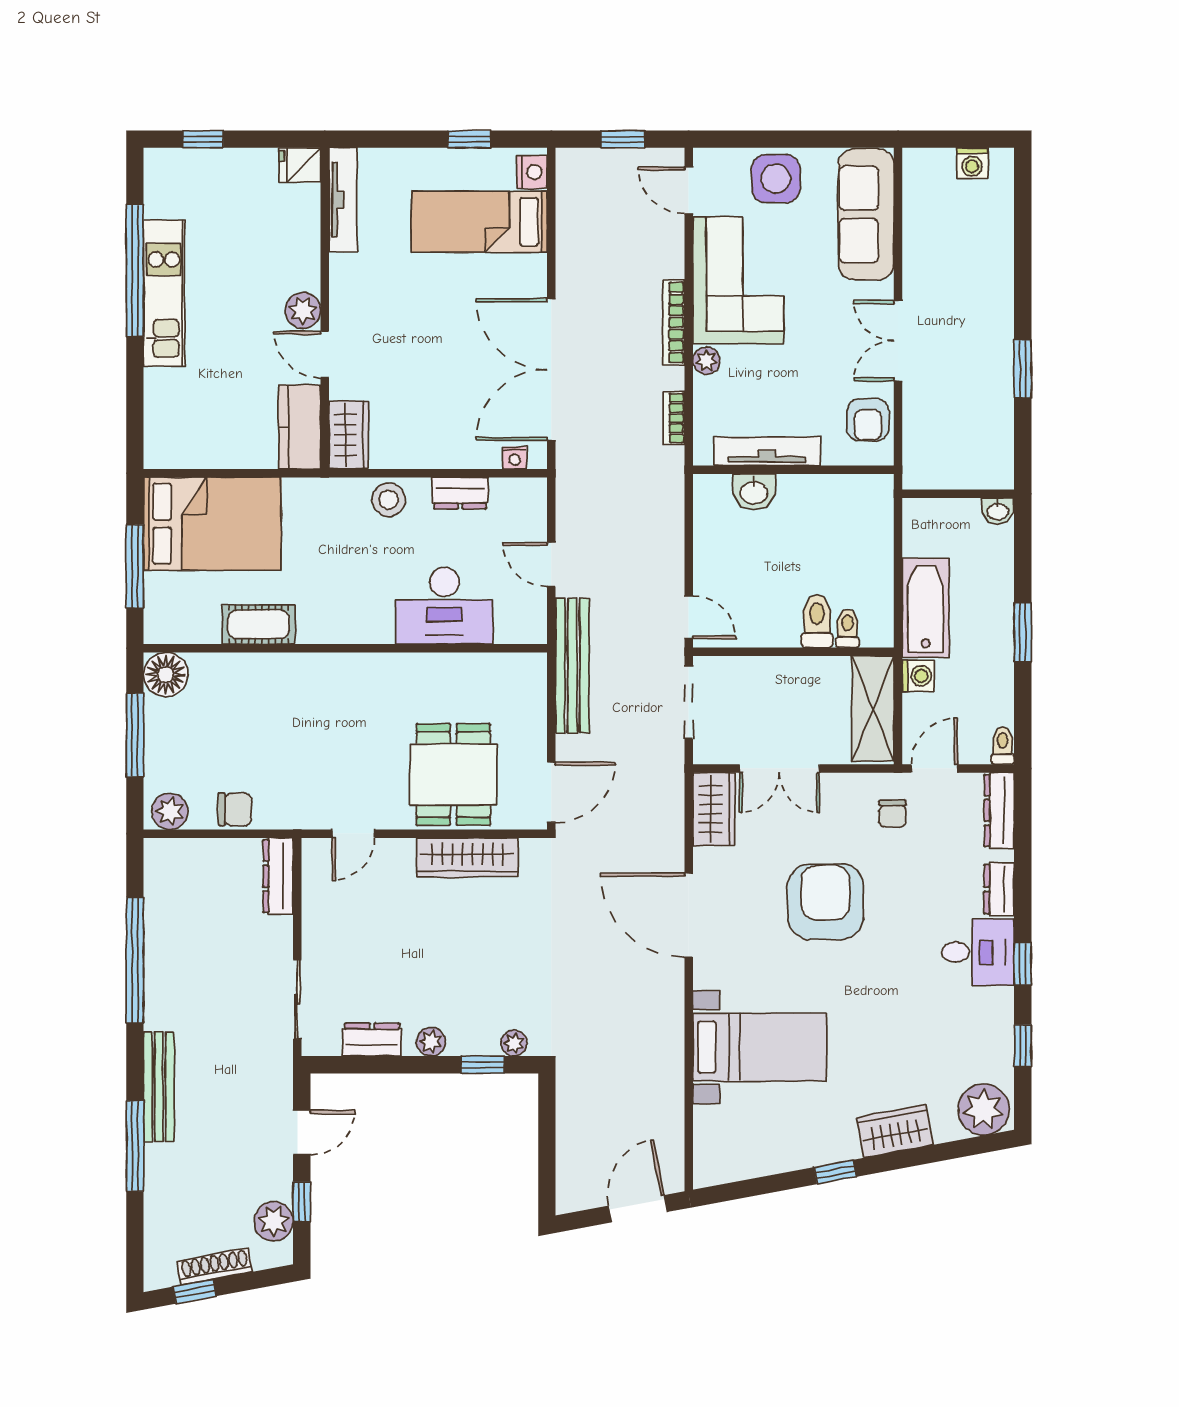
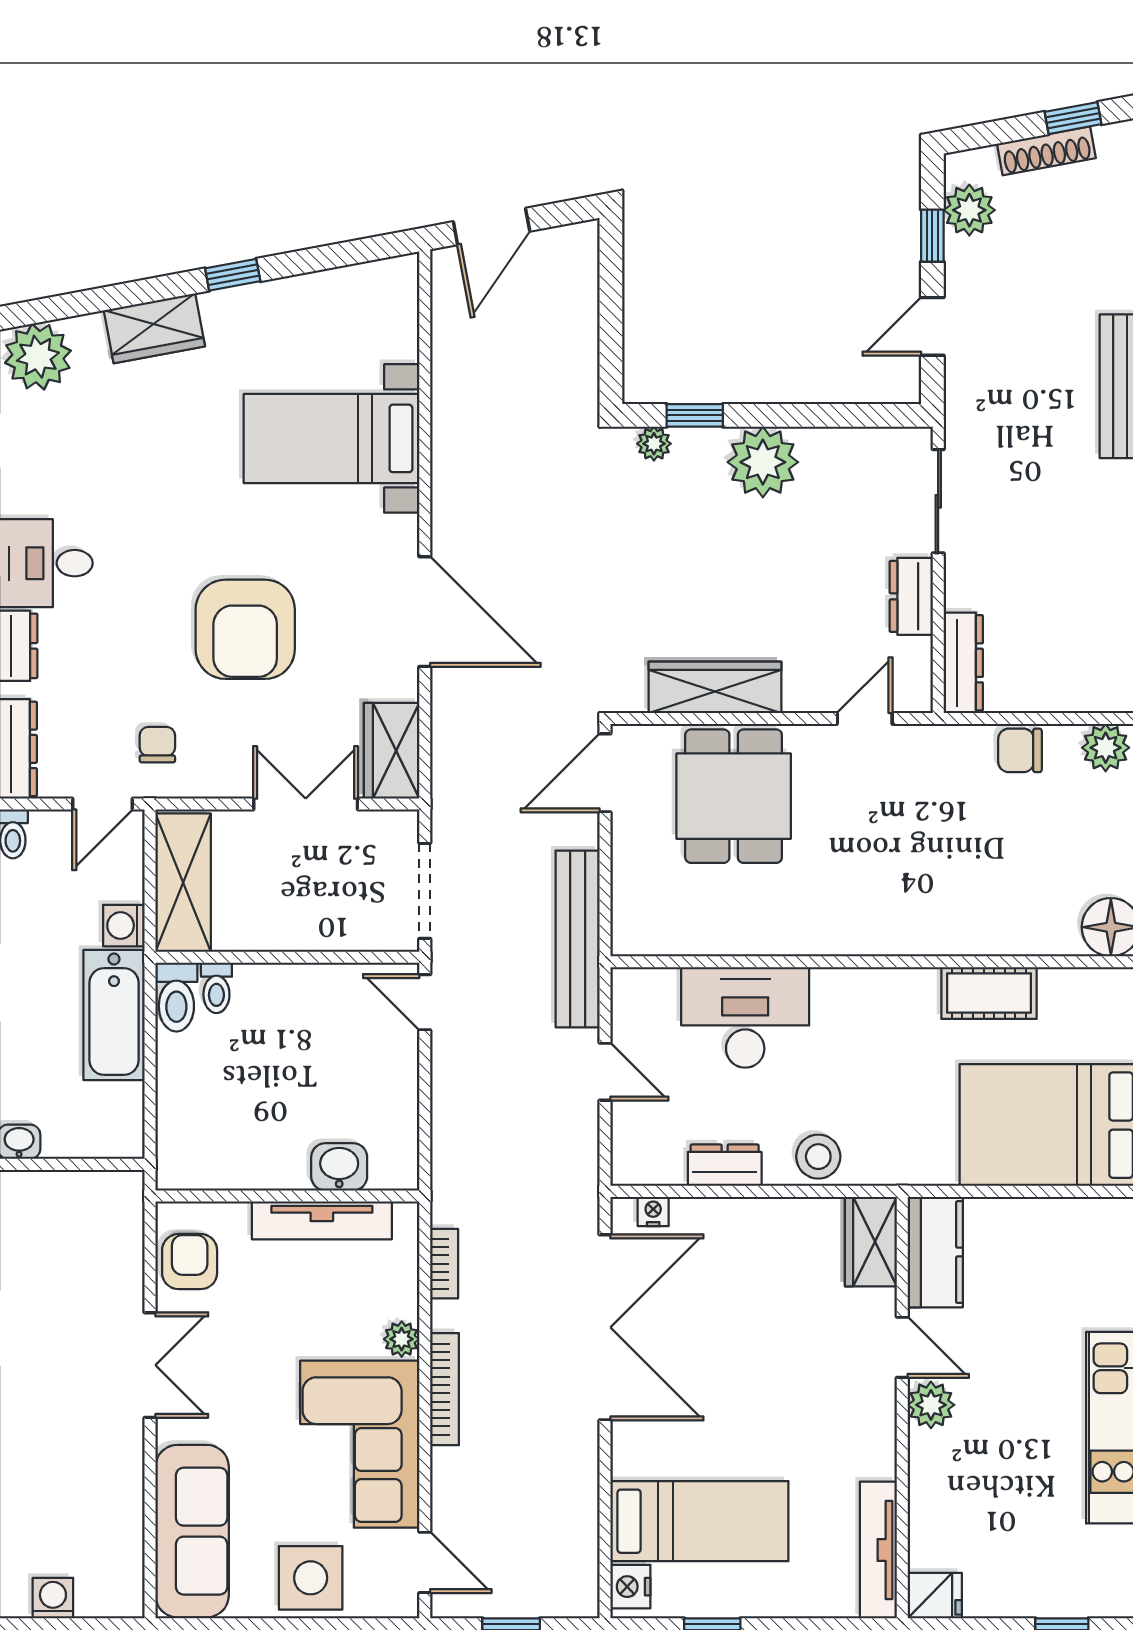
toilet: (817, 621) -> (176, 997), moved
dresser: (372, 1040) -> (911, 596), moved, turned 90
plant: (431, 1042) -> (763, 462), width x1.87, depth x1.87

